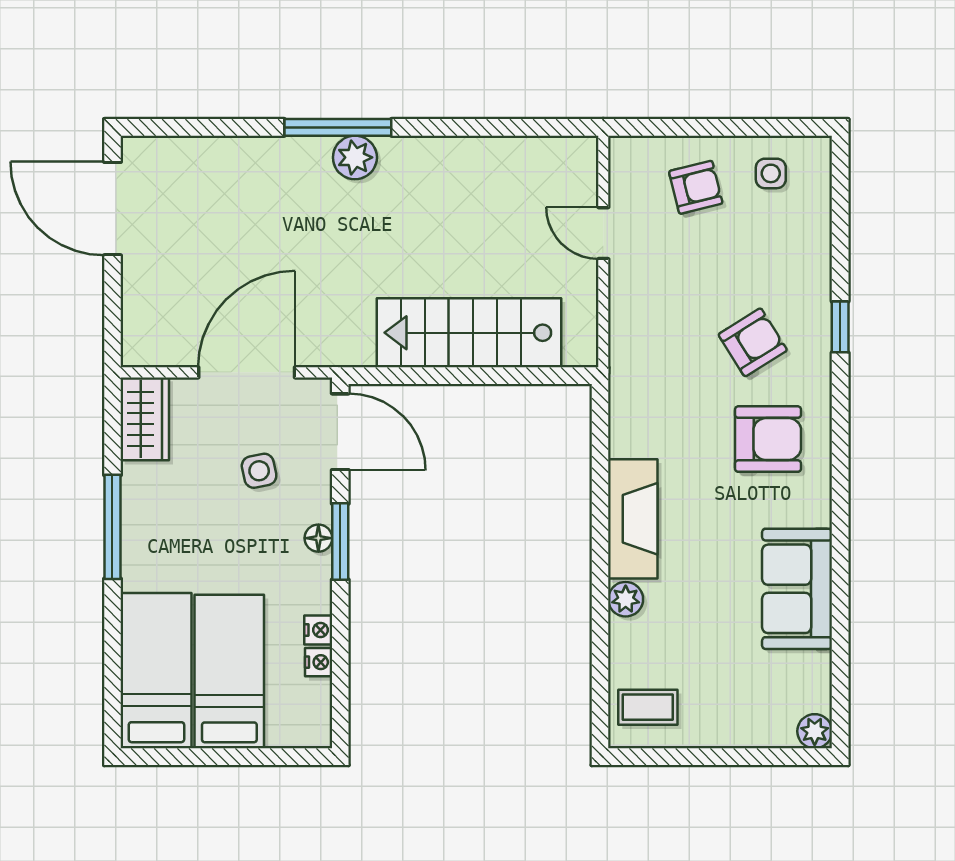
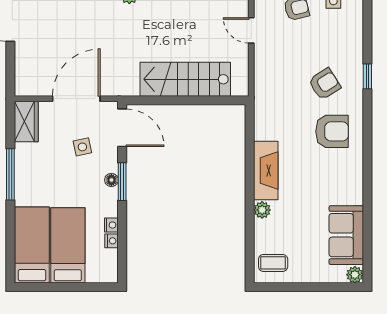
sofa: (797, 589) -> (346, 235), moved

